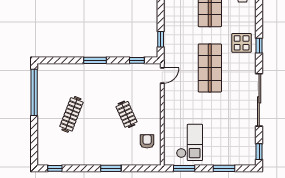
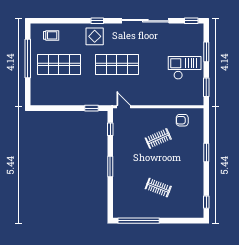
clothes rail: (71, 114) -> (158, 187), width x0.73
checkout: (189, 142) -> (185, 68), moved

